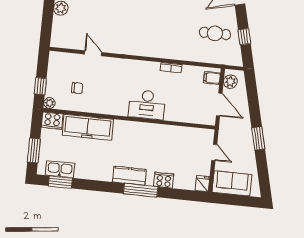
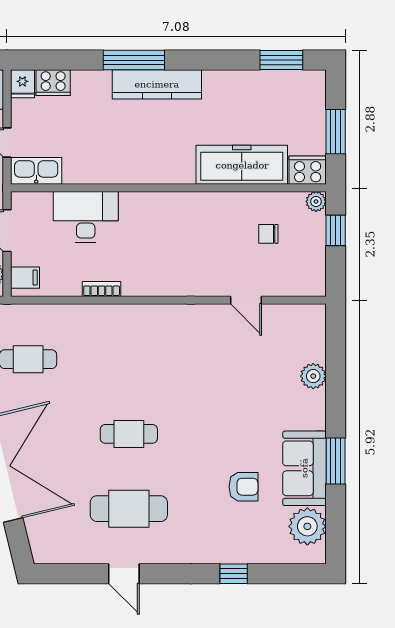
desk: (147, 105) -> (86, 217), moved
window: (34, 150) -> (336, 132), moved
kitchen sink: (60, 169) -> (36, 171), moved, turned 180
kitchen counter: (129, 176) -> (157, 84), width x1.50
cooker: (164, 180) -> (53, 83), moved

